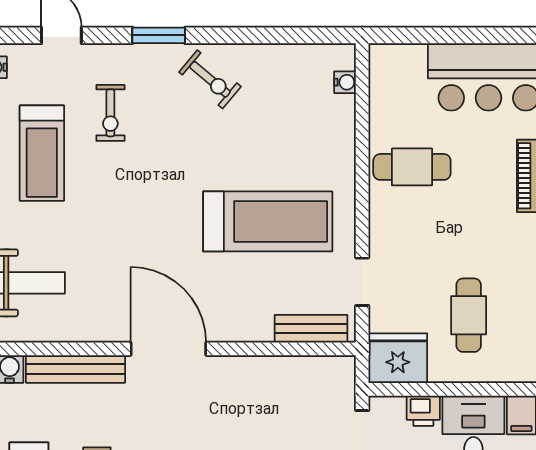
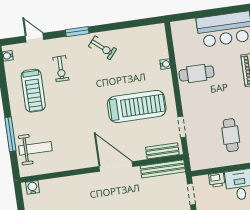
water cooler: (345, 82) -> (165, 64), moved
door: (168, 349) -> (116, 166), moved
fridge: (398, 358) -> (202, 158), removed
bench: (76, 369) -> (163, 169), moved

